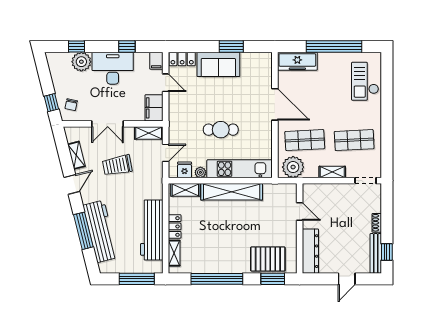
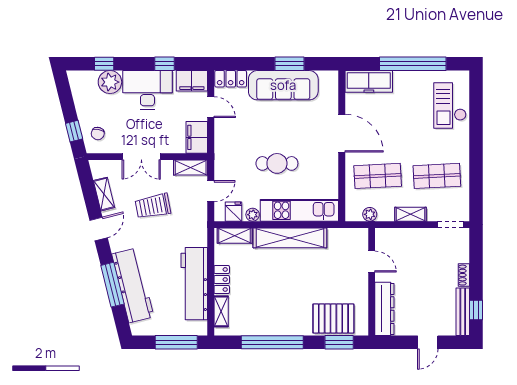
filing cabinet: (156, 61) -> (192, 81), width x2.00
sofa: (218, 64) -> (283, 85), width x1.36
plant: (293, 167) -> (370, 214), width x0.53, depth x0.53

